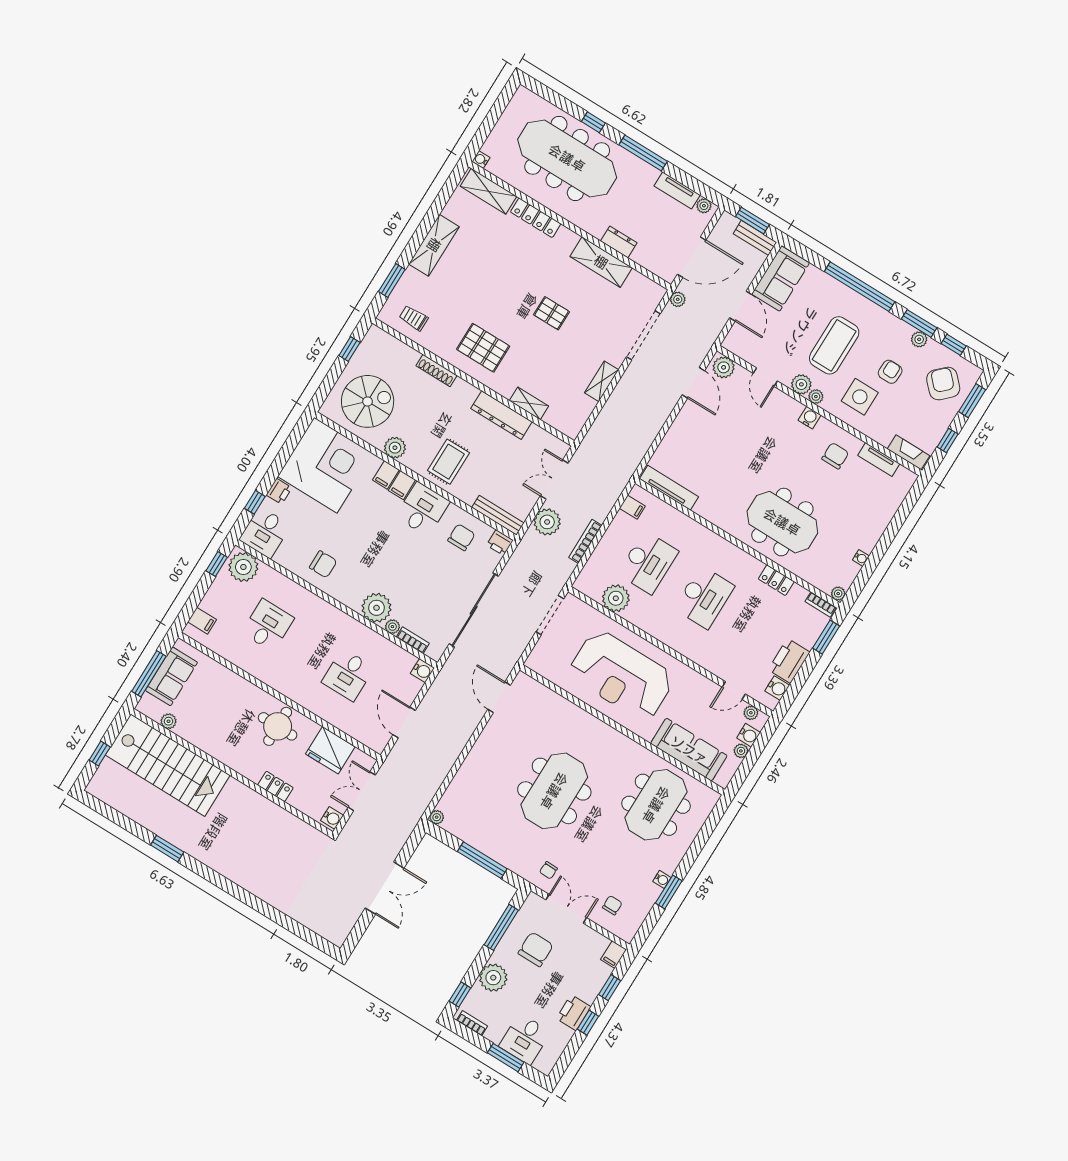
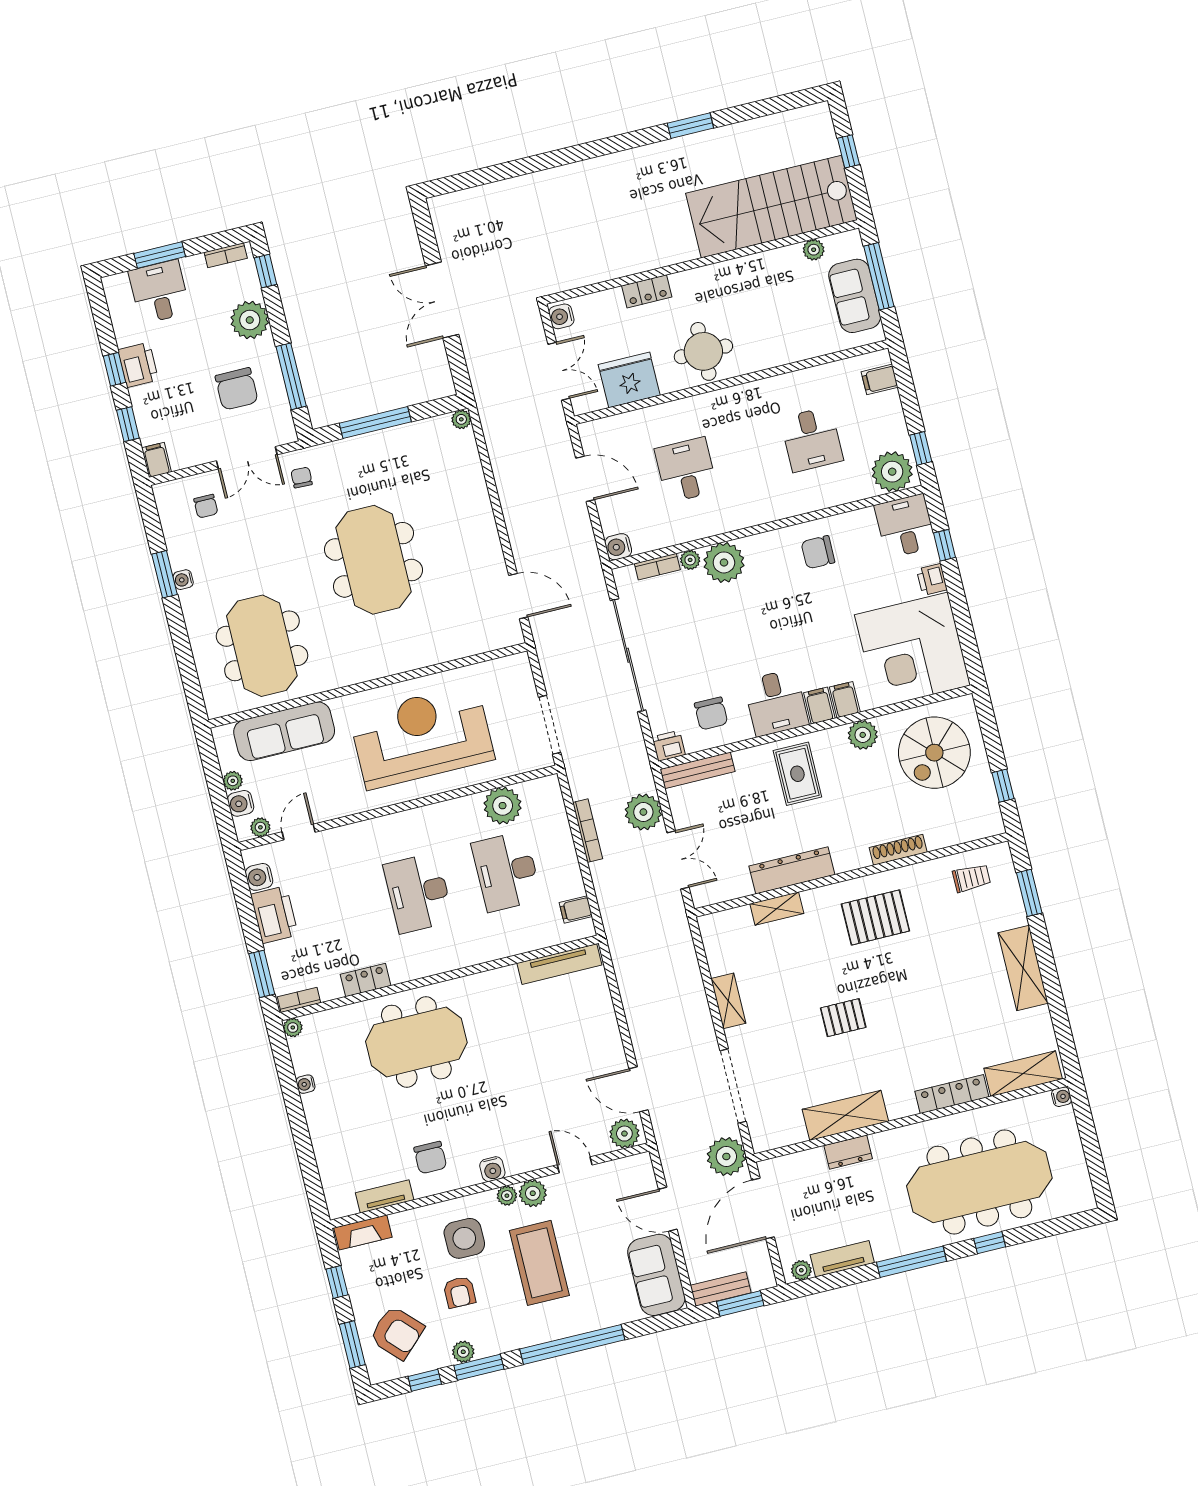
plant: (678, 299) -> (726, 1156), width x1.88, depth x1.88

